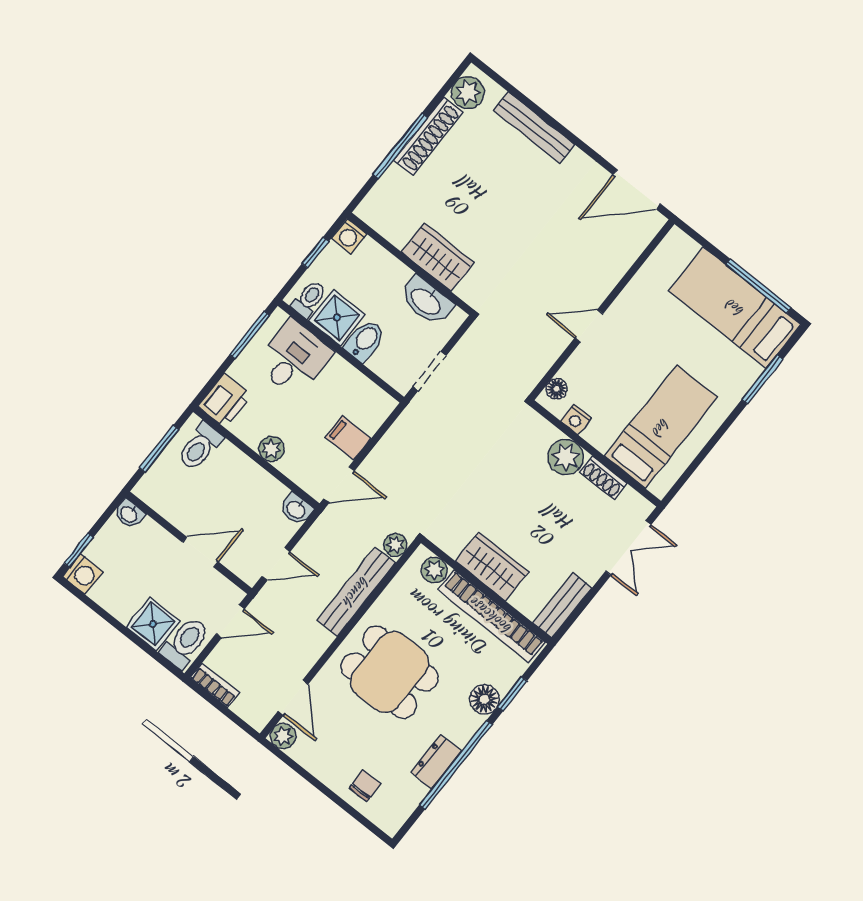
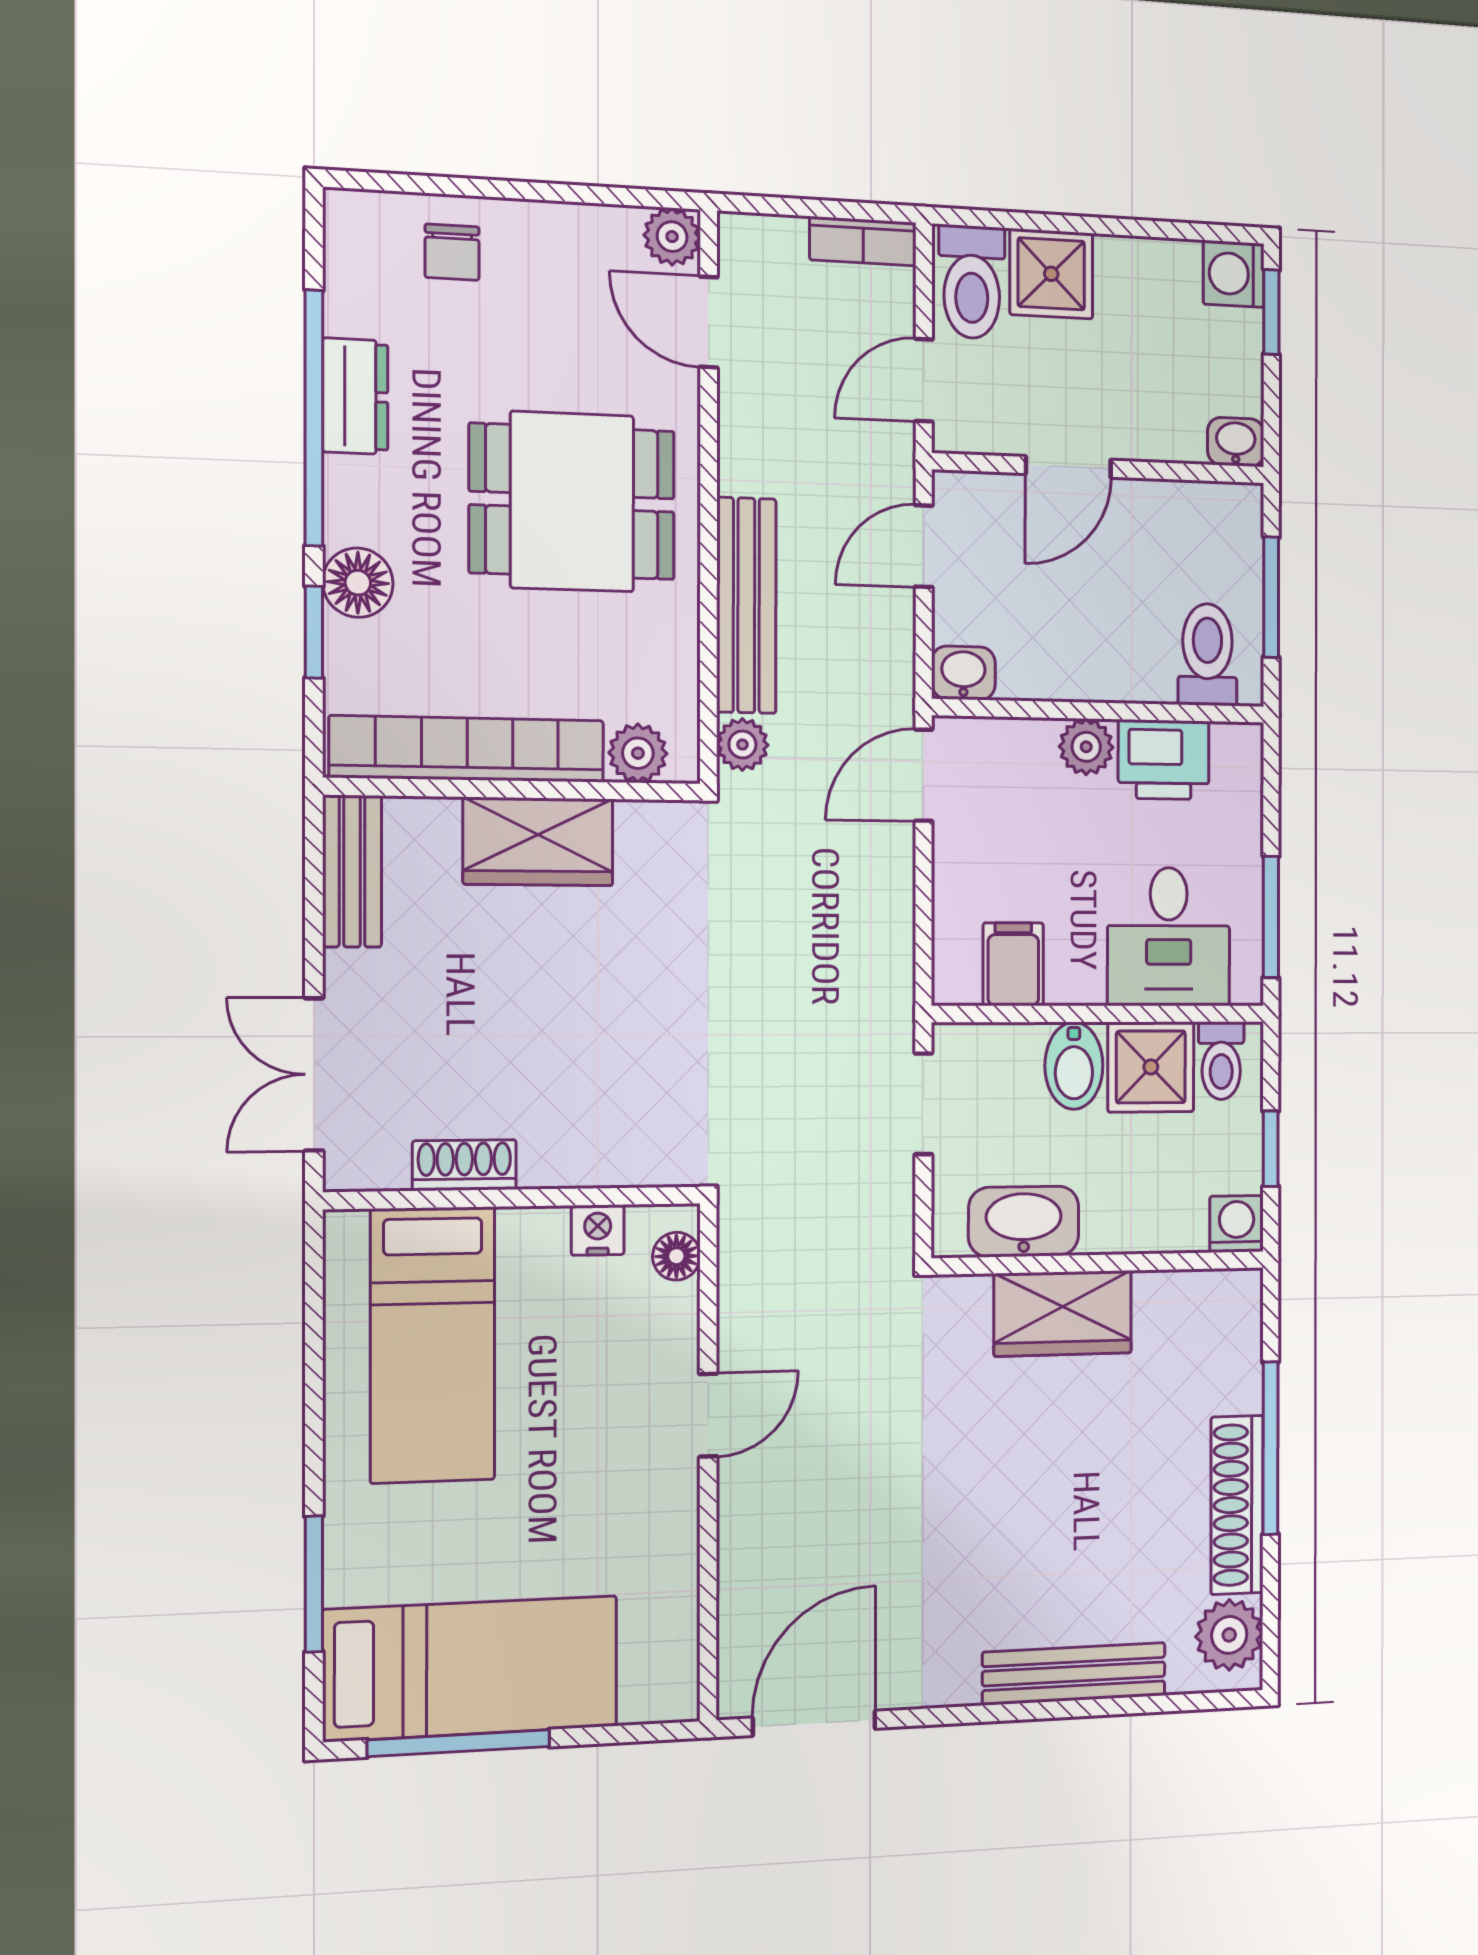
printer: (225, 401) -> (1164, 760), moved, turned -90
filing cabinet: (348, 438) -> (1013, 964), moved, turned -90
plant: (566, 457) -> (563, 1148), removed

